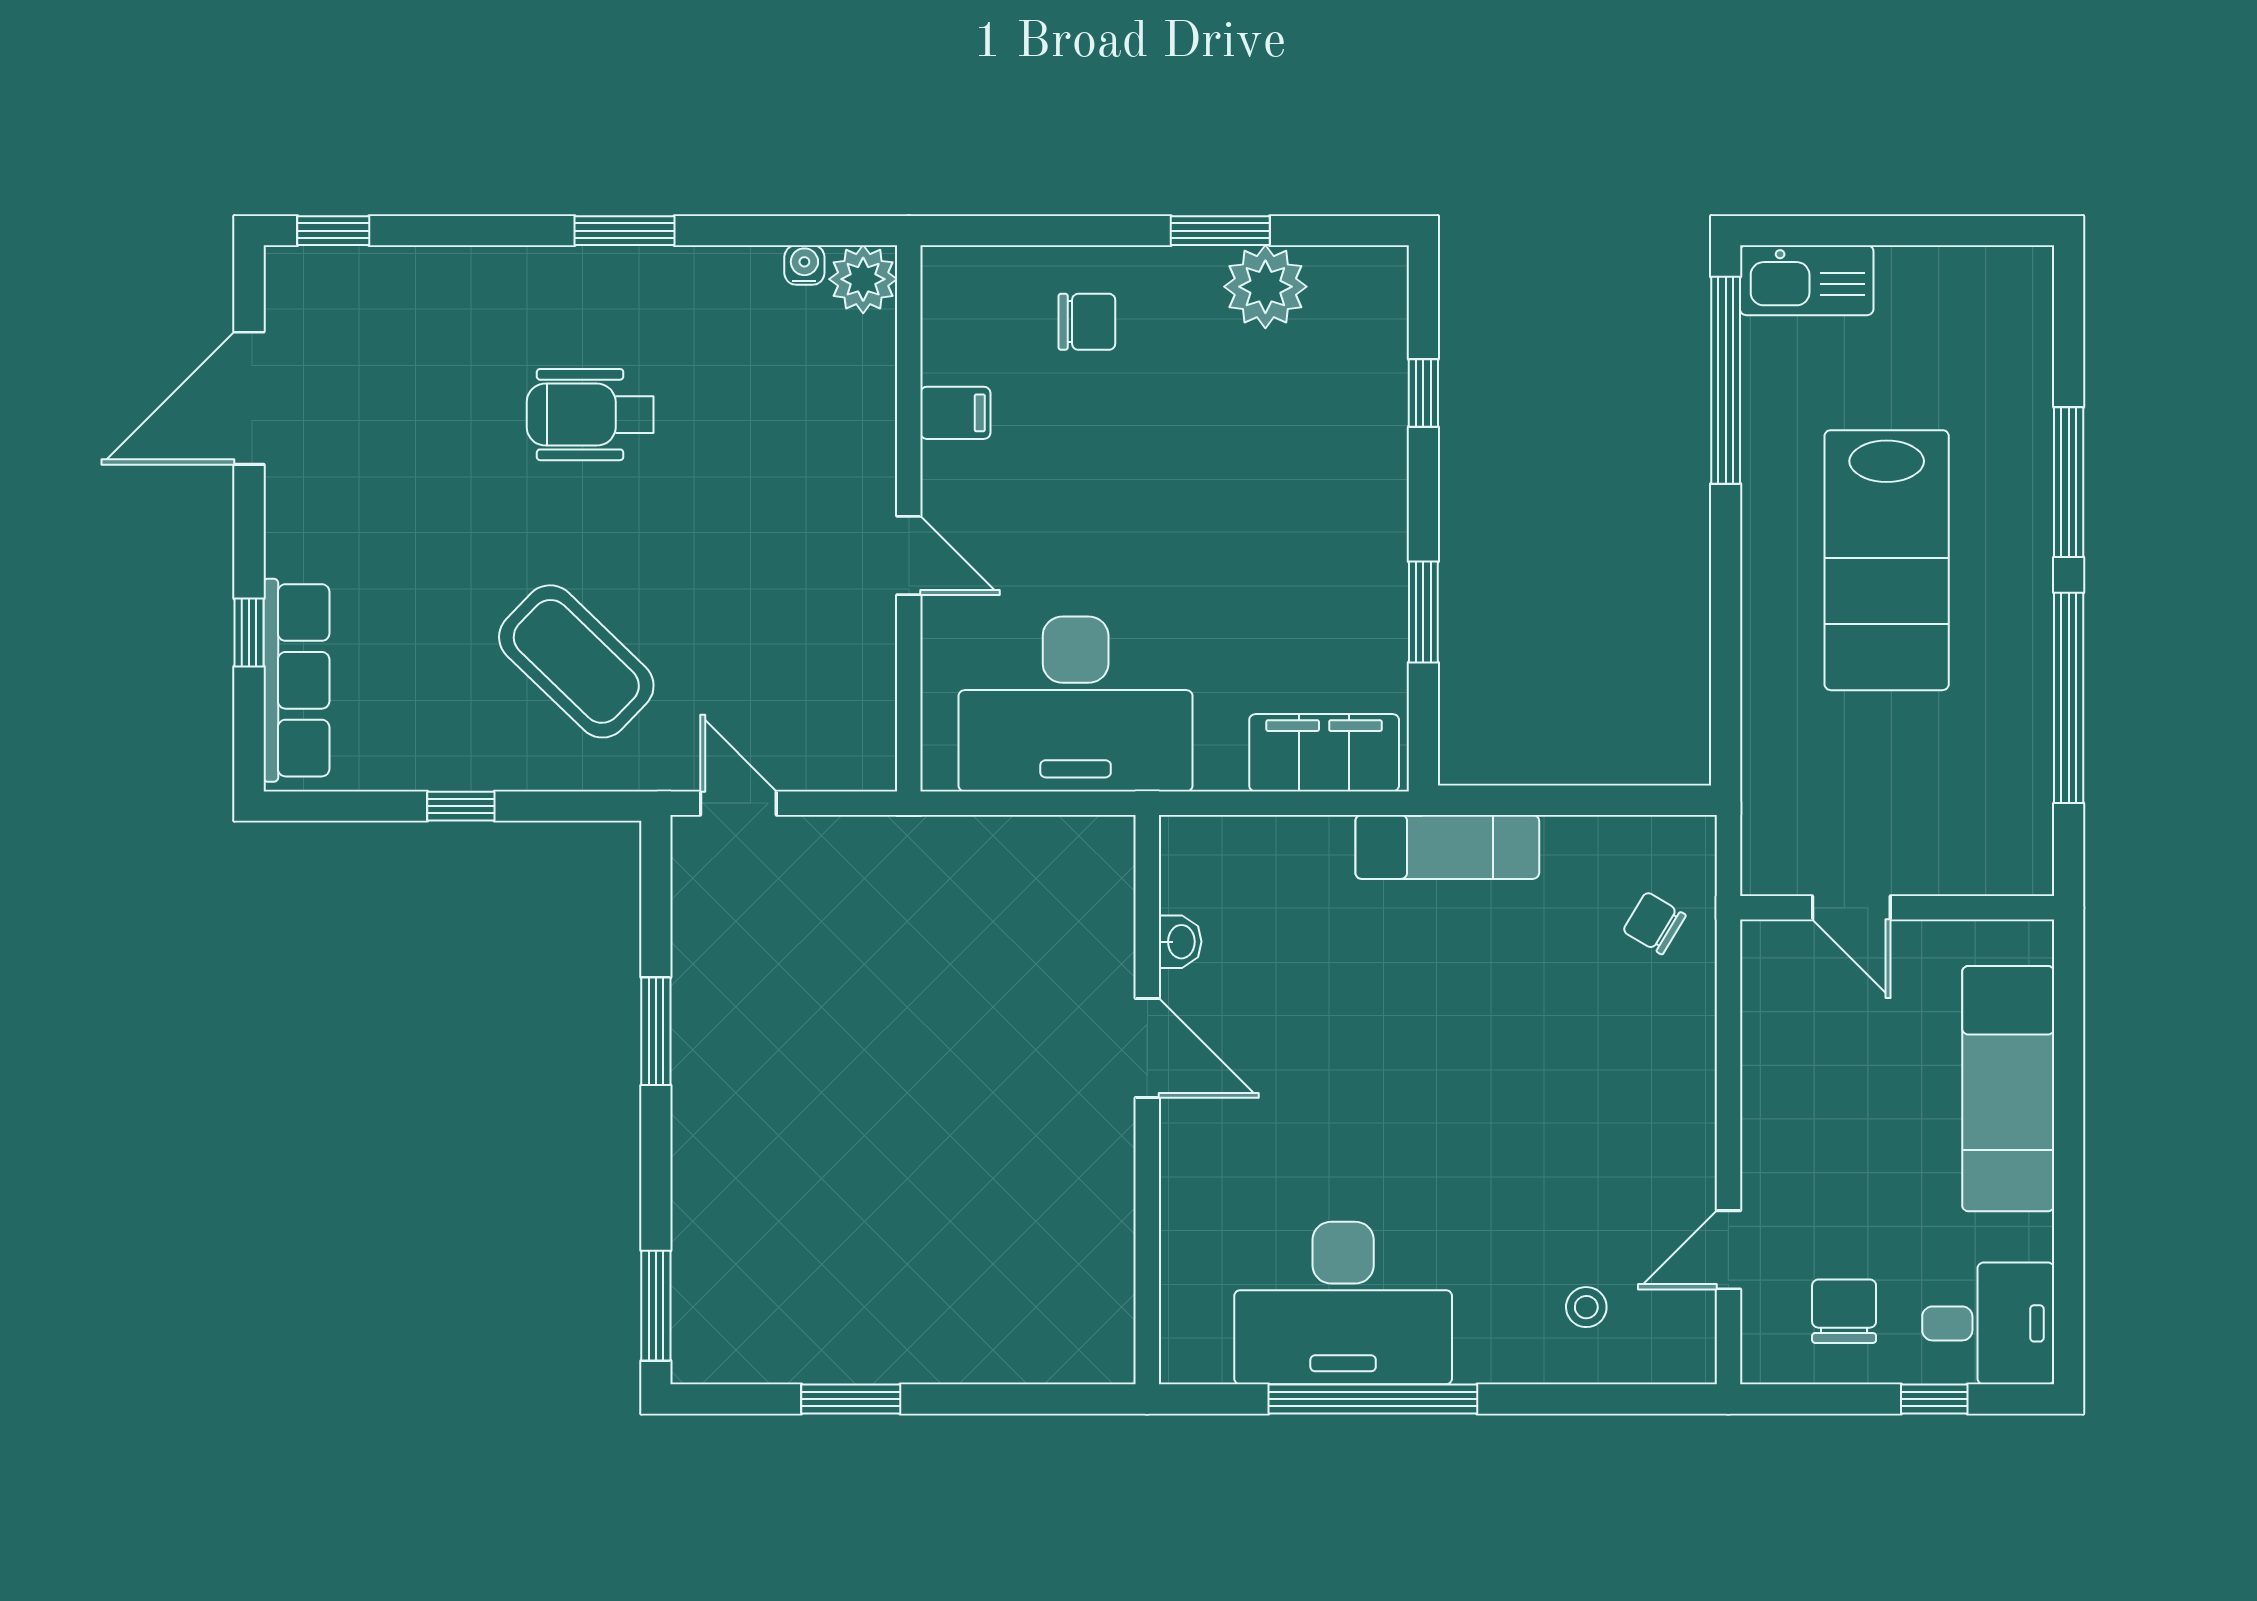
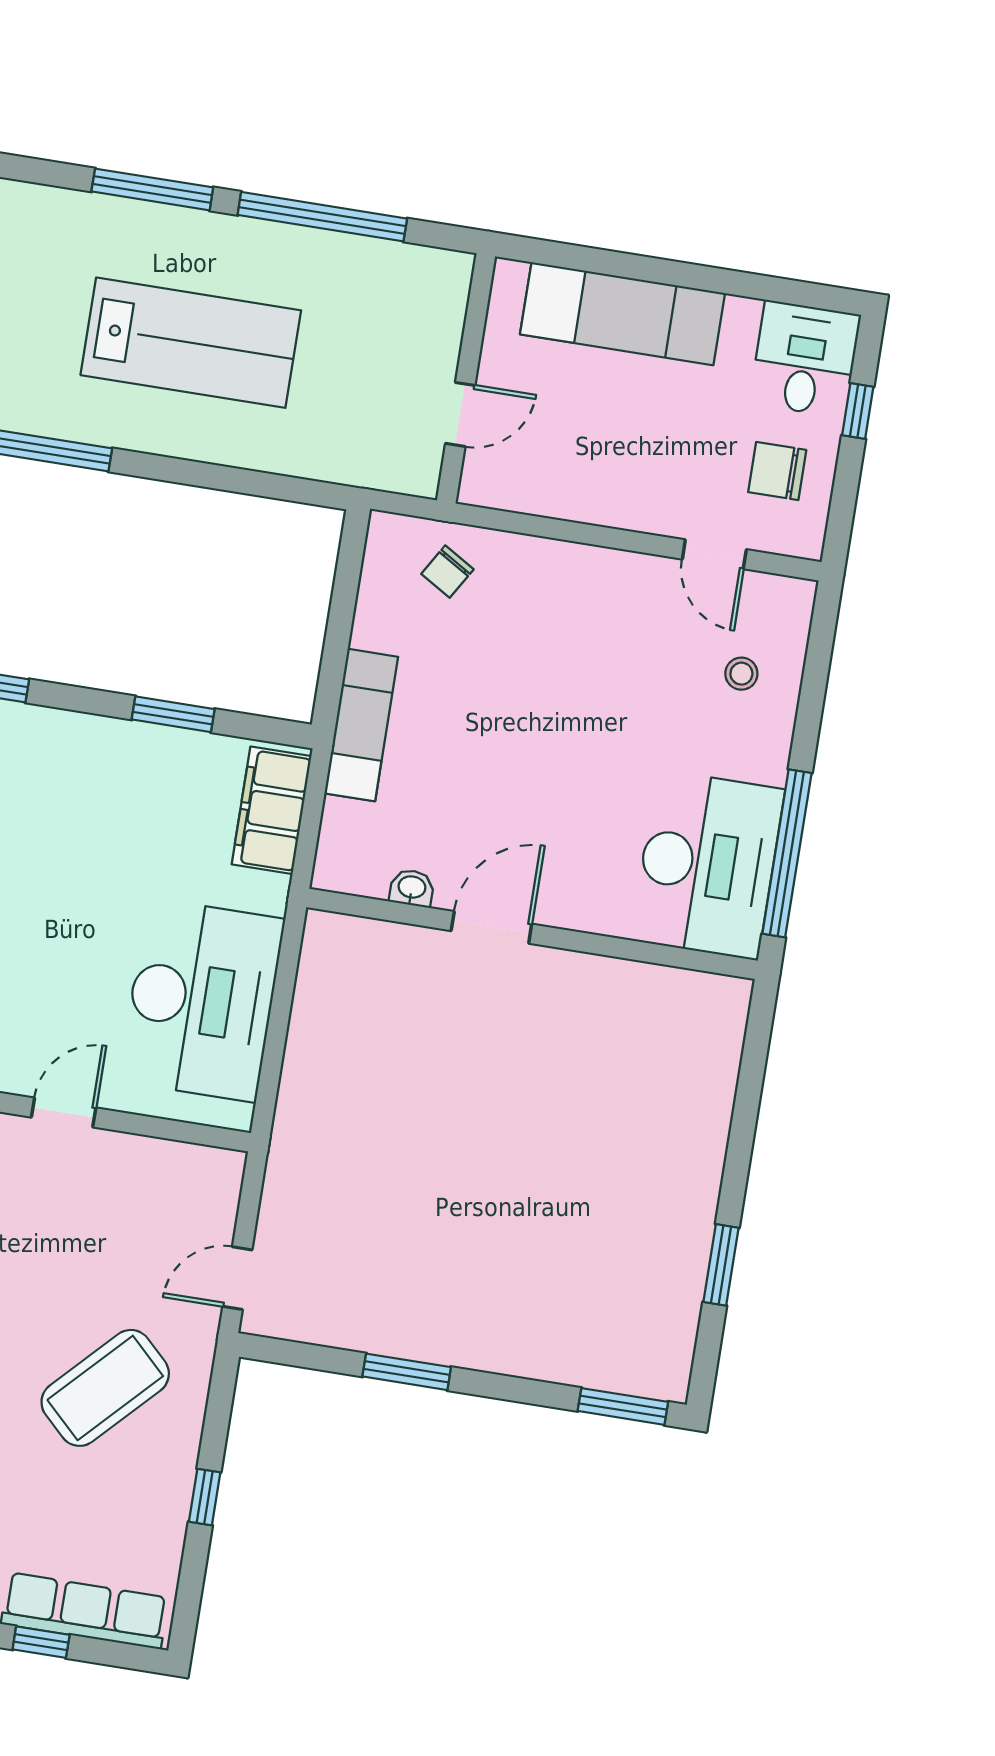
washbasin: (1180, 942) -> (412, 888), moved
door: (1147, 1048) -> (491, 927), moved
wall: (1147, 1100) -> (532, 934), moved

